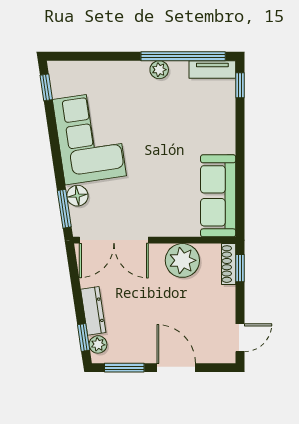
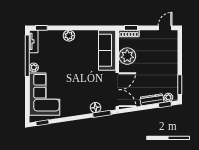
corner sofa: (89, 138) -> (44, 94), moved, turned 98
plant: (224, 141) -> (69, 36), added
sofa: (218, 196) -> (107, 50), moved, turned 90
door: (240, 338) -> (165, 28), hinge flipped
door: (176, 368) -> (180, 59), removed

